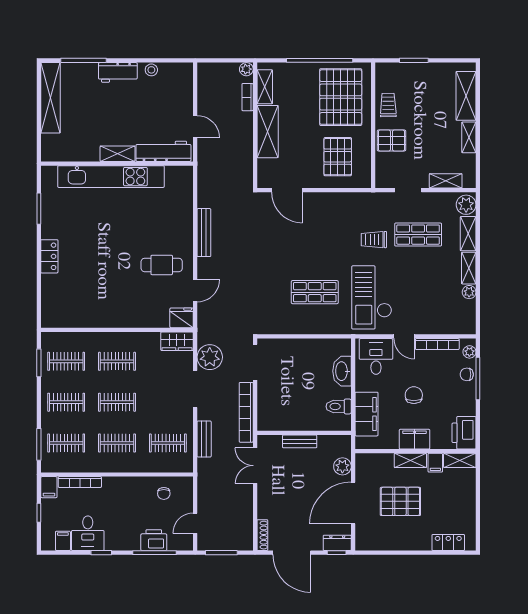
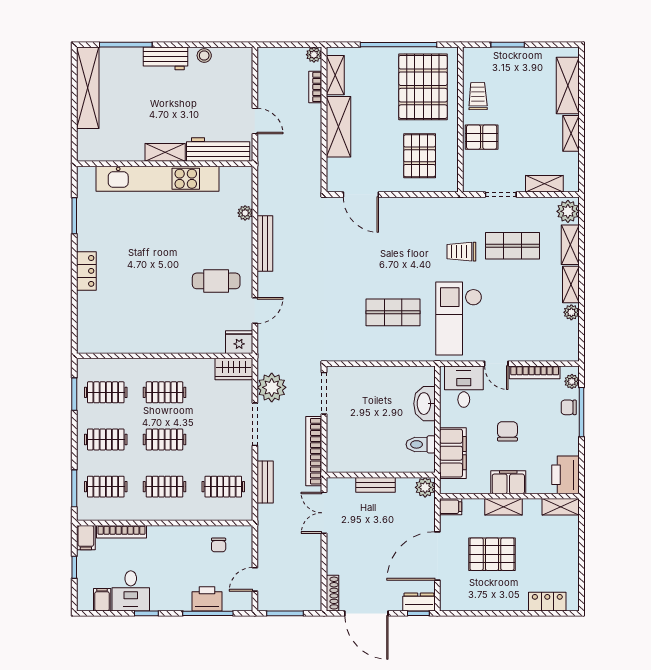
plant: (187, 206) -> (245, 213), added
filing cabinet: (435, 463) -> (451, 507), moved, turned -90
plant: (342, 466) -> (425, 487), moved

